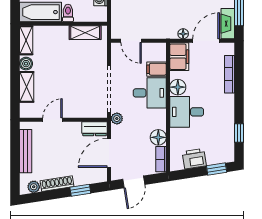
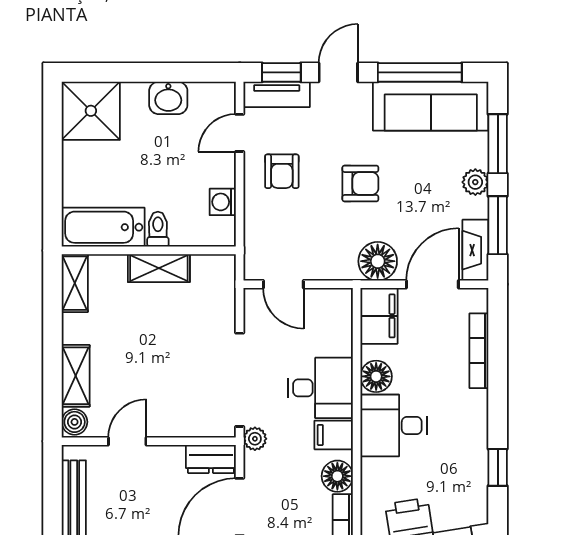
shelving: (85, 33) -> (159, 268), moved
floor lamp: (183, 34) -> (378, 261), width x1.89, depth x1.89
boiler: (26, 64) -> (75, 422), moved
filing cabinet: (156, 69) -> (334, 435), moved

